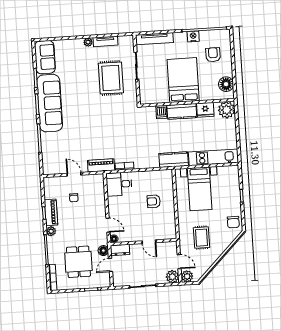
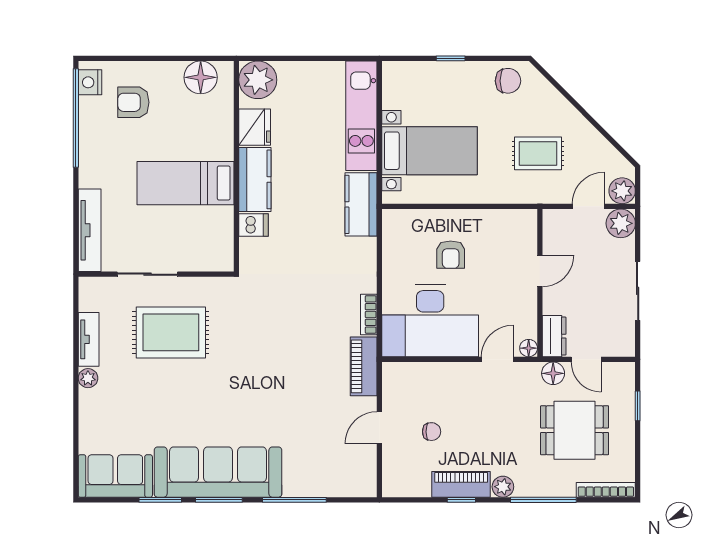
nightstand: (193, 36) -> (90, 82), moved
bed: (183, 80) -> (185, 183), width x0.67
desk: (119, 184) -> (430, 321), width x1.87, depth x1.30

